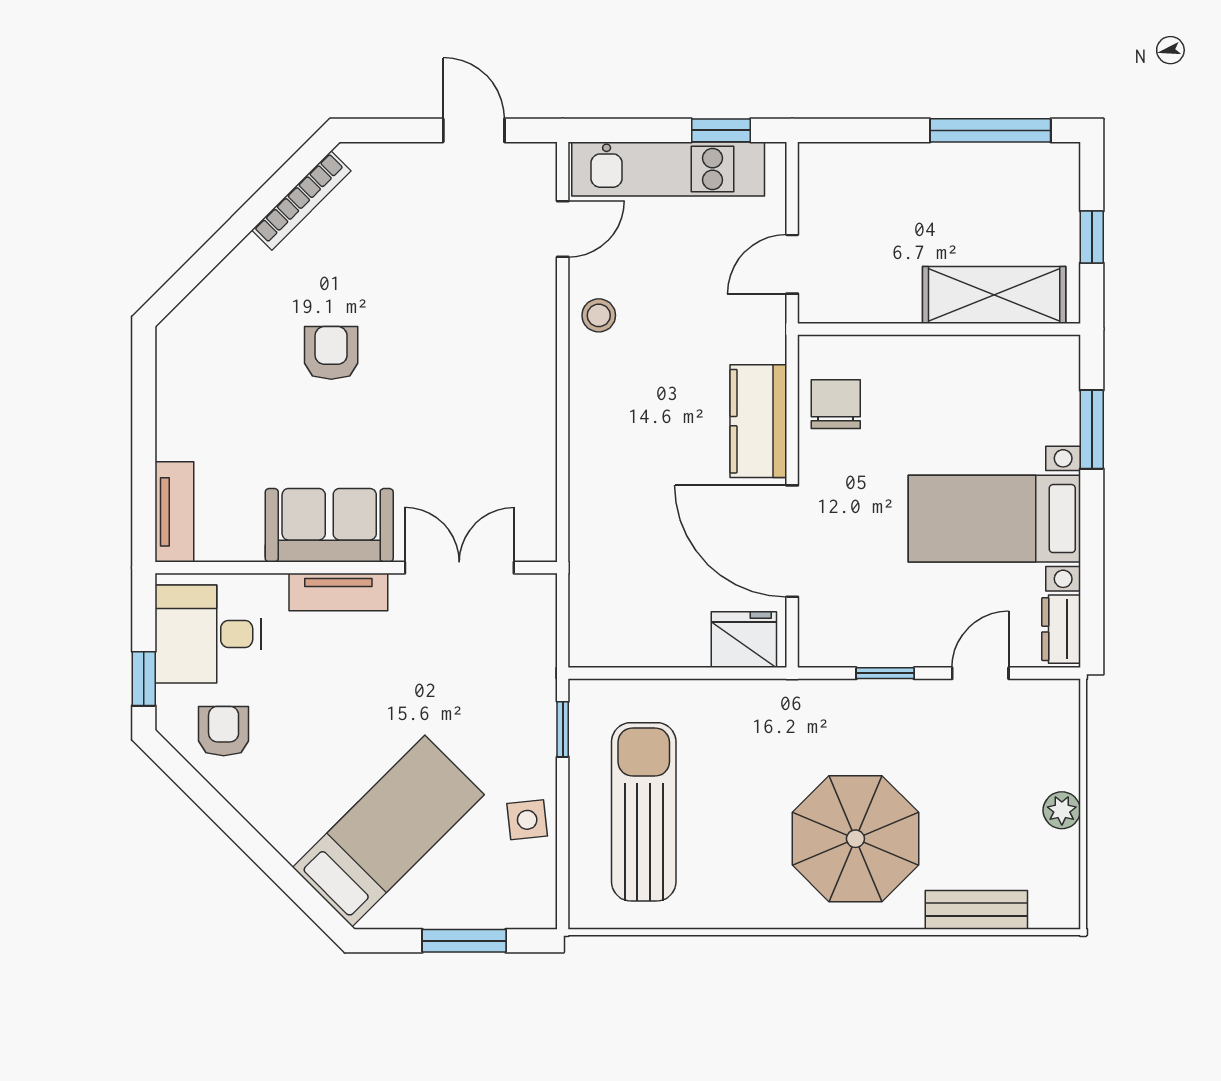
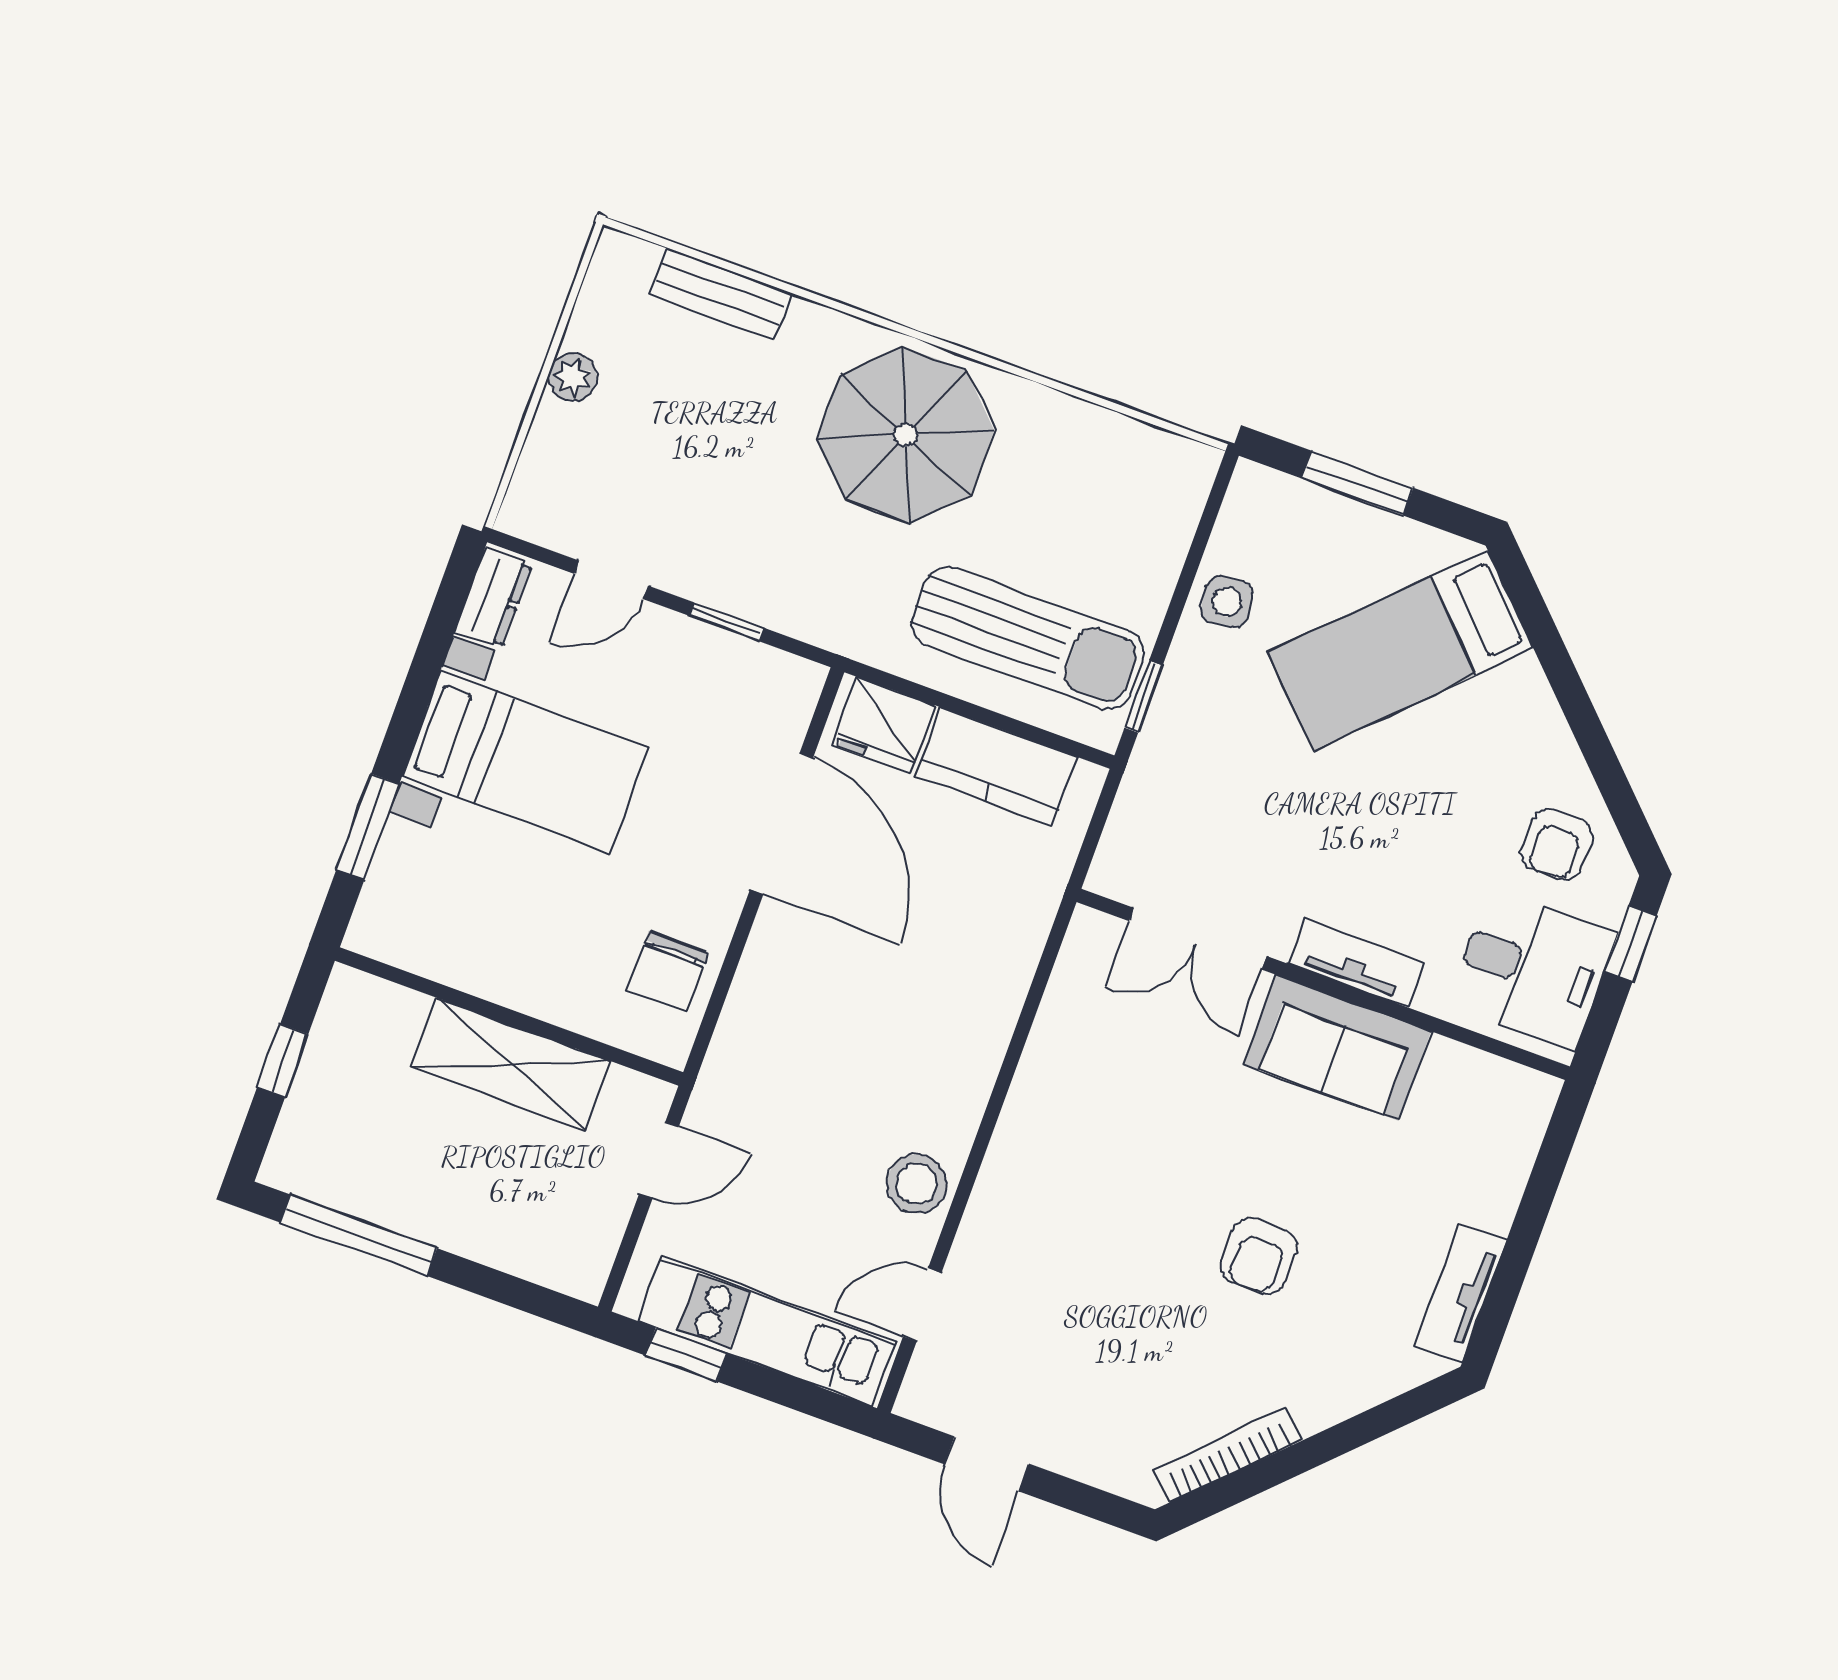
shelving: (994, 295) -> (511, 1064), moved
stool: (599, 315) -> (917, 1184), width x1.37, depth x1.37
kitchen counter: (758, 421) -> (996, 766), moved, turned 90
tv unit: (174, 512) -> (1461, 1293), moved
sun lounger: (644, 812) -> (1028, 638), moved, turned -90
parasol: (855, 839) -> (906, 435), moved

